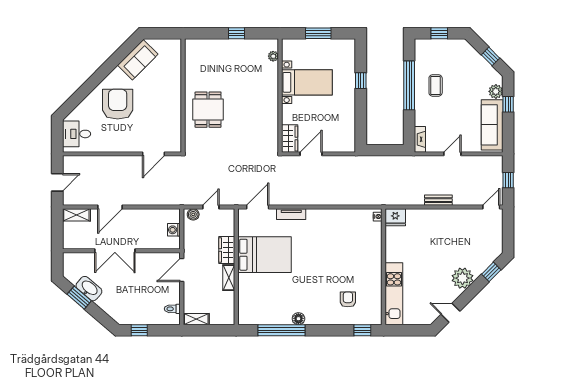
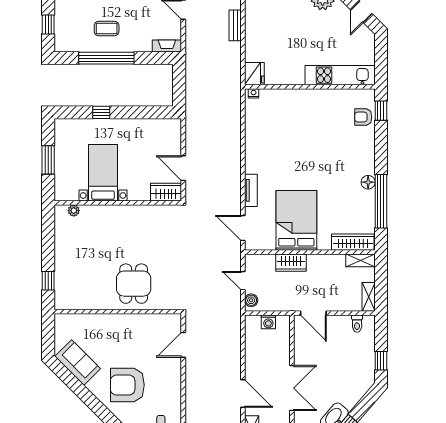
window: (236, 33) -> (48, 281), moved
dining table: (208, 110) -> (134, 284), turned 90
door: (154, 154) -> (183, 345), swing flipped
shelving: (229, 278) -> (360, 260), moved
armchair: (348, 299) -> (363, 117), moved
wardrobe: (245, 305) -> (353, 242), added

